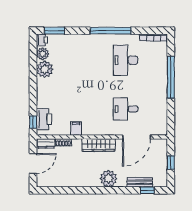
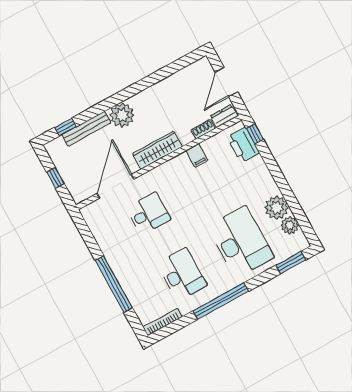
printer: (42, 40) -> (300, 242), removed
desk: (78, 60) -> (241, 242), added
bench: (140, 182) -> (86, 129), width x1.36

